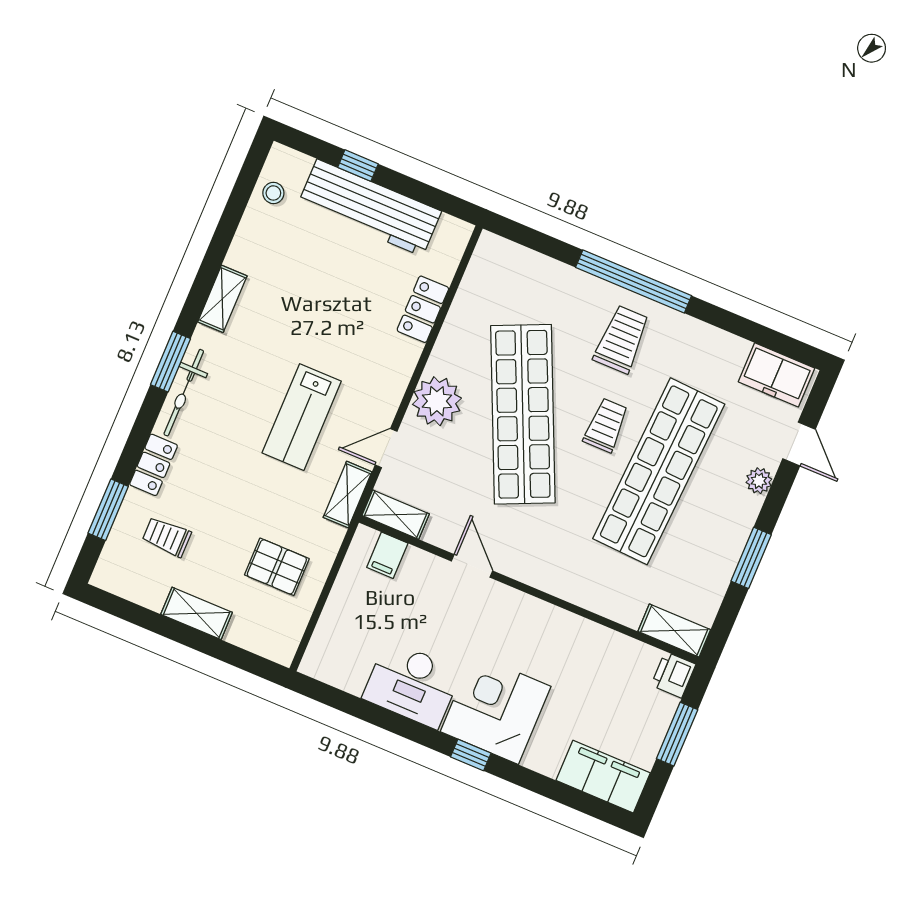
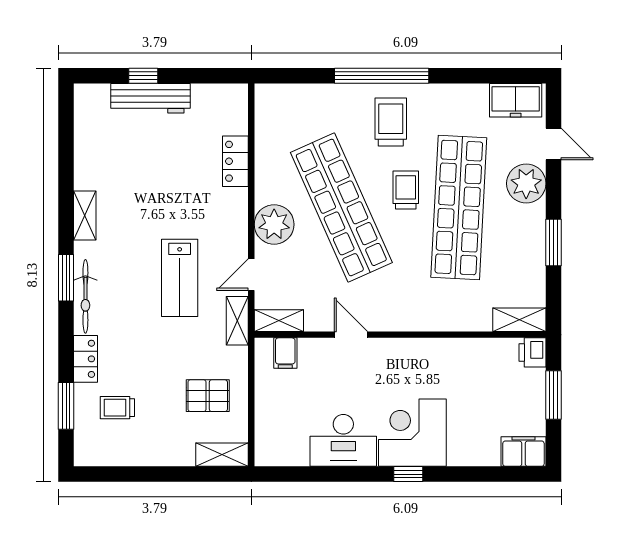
stool: (273, 193) -> (90, 122), removed
workbench: (370, 208) -> (151, 98), width x0.73, depth x0.76
plant: (759, 481) -> (526, 183), width x1.88, depth x1.88
shelving: (197, 613) -> (222, 455), moved
filing cabinet: (603, 777) -> (523, 452), width x0.67, depth x0.86

